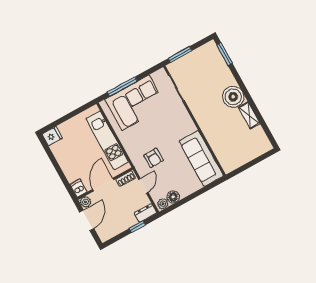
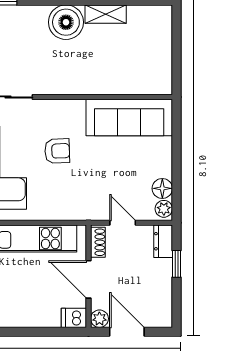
armchair: (153, 158) -> (57, 151), moved

